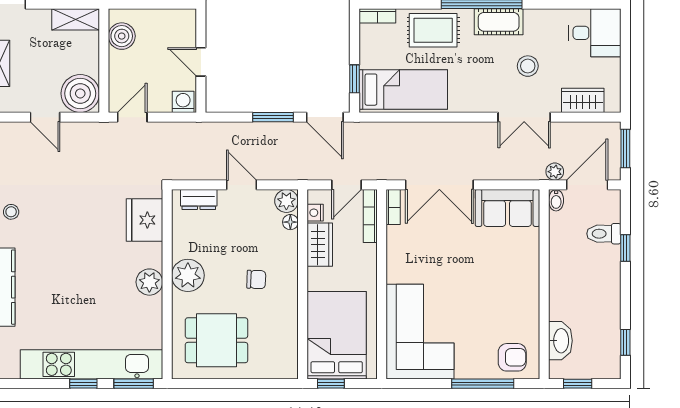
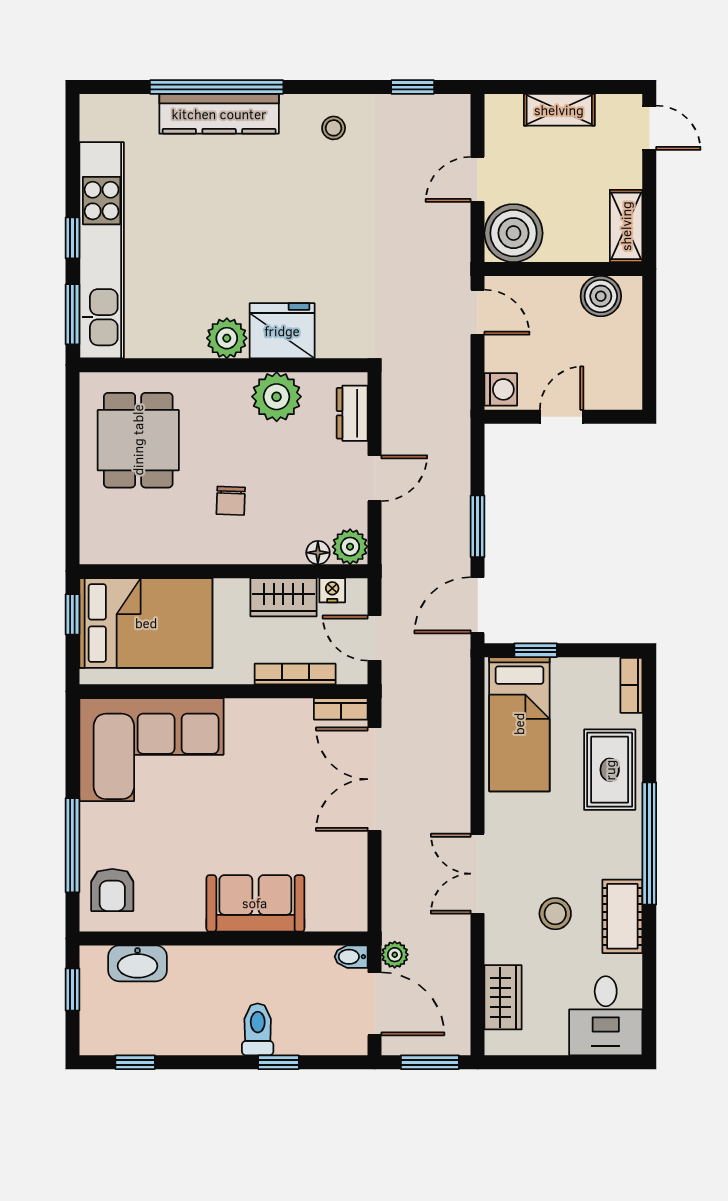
cot: (499, 22) -> (622, 916), moved
double door: (524, 117) -> (478, 874), moved
sofa: (507, 208) -> (255, 903), moved, turned 90
bookcase: (370, 216) -> (295, 674), moved
fridge: (144, 220) -> (282, 331), moved
toilet: (604, 234) -> (258, 1029), moved
plant: (188, 275) -> (277, 397), moved

